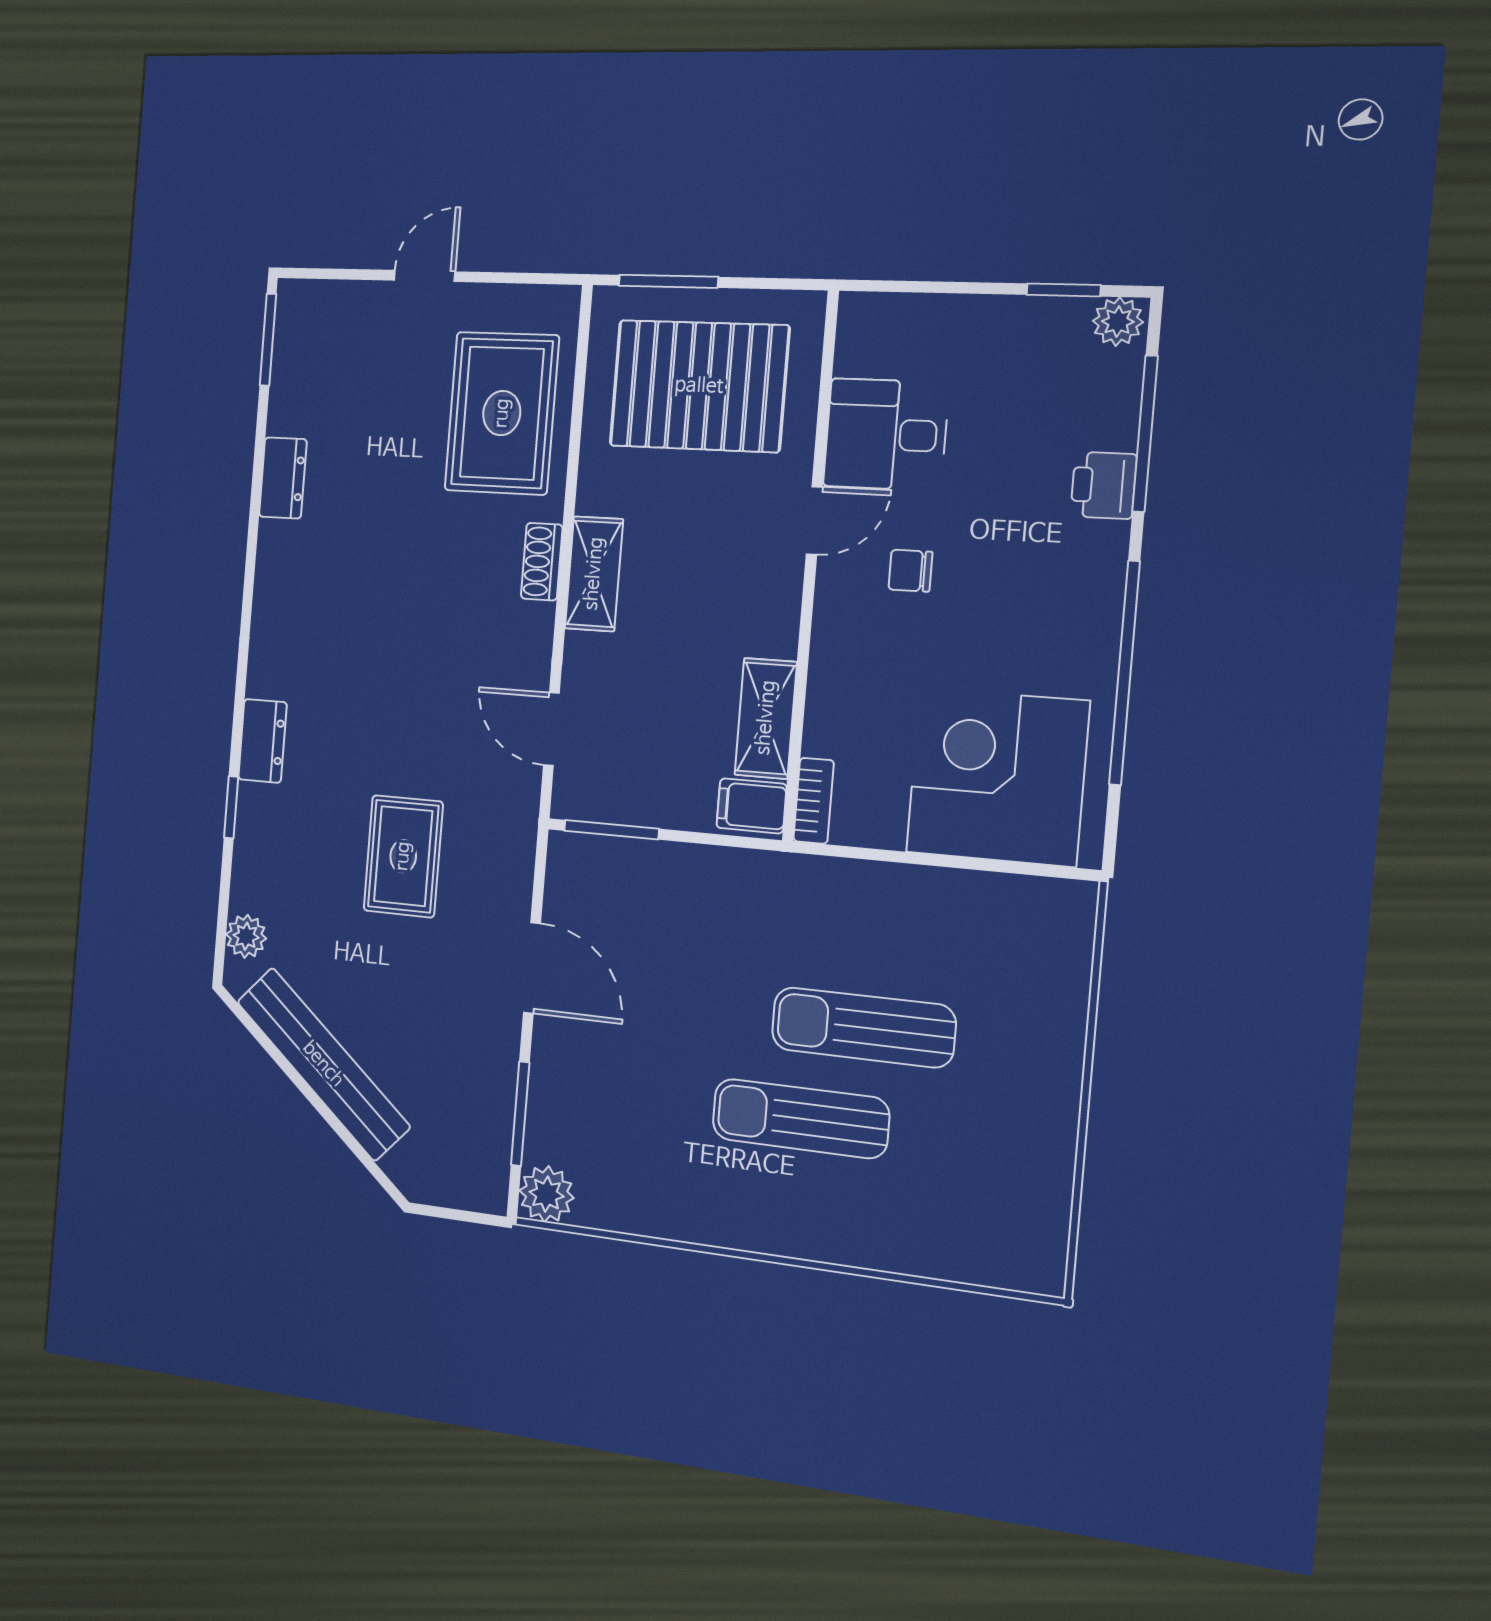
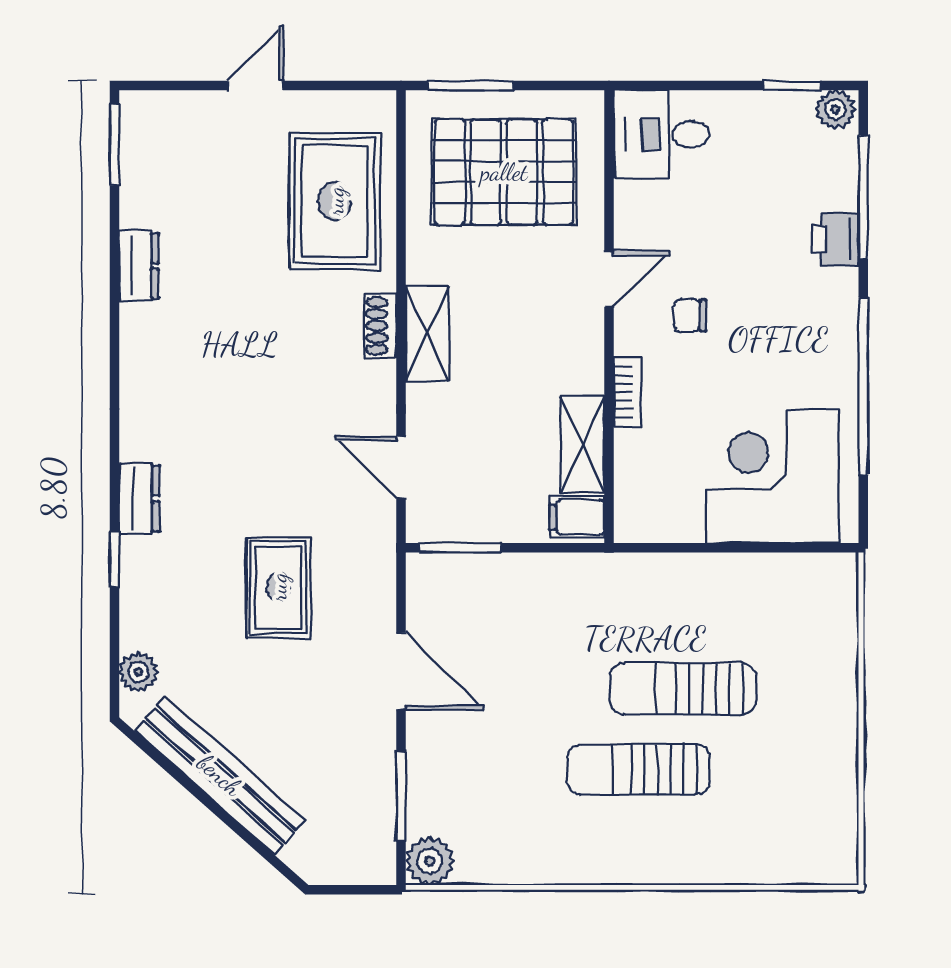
desk: (886, 434) -> (661, 134), moved
bookcase: (814, 801) -> (628, 392), moved

